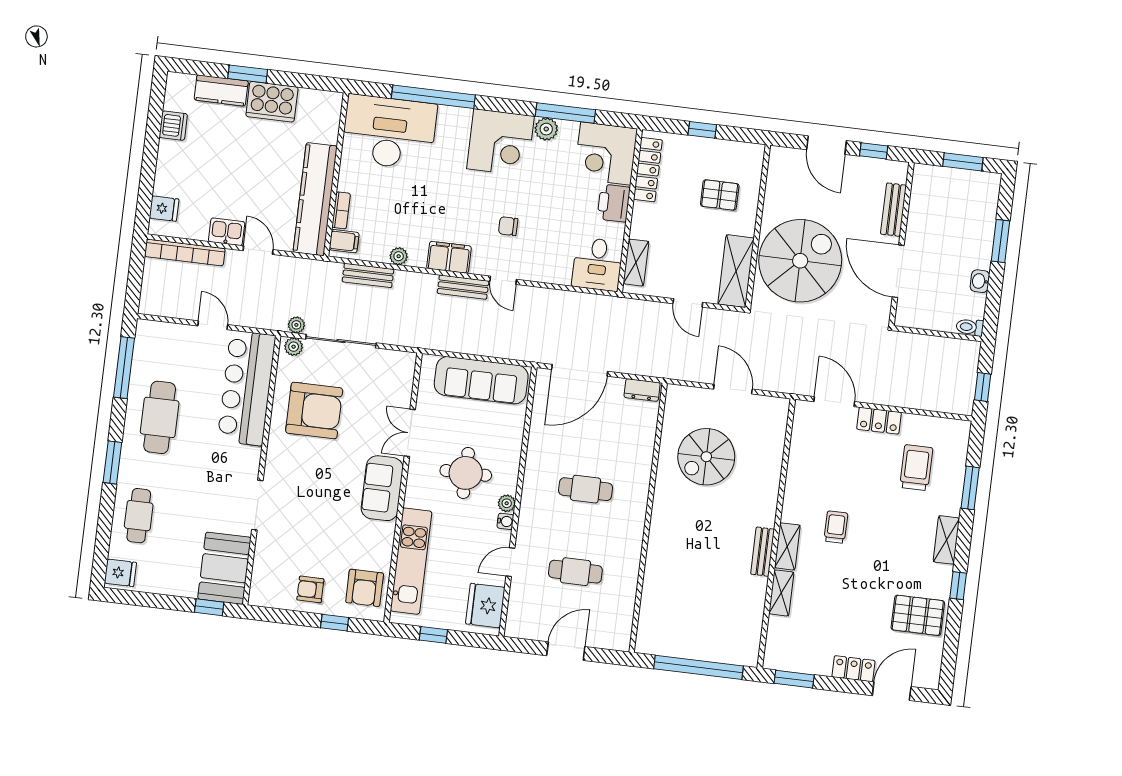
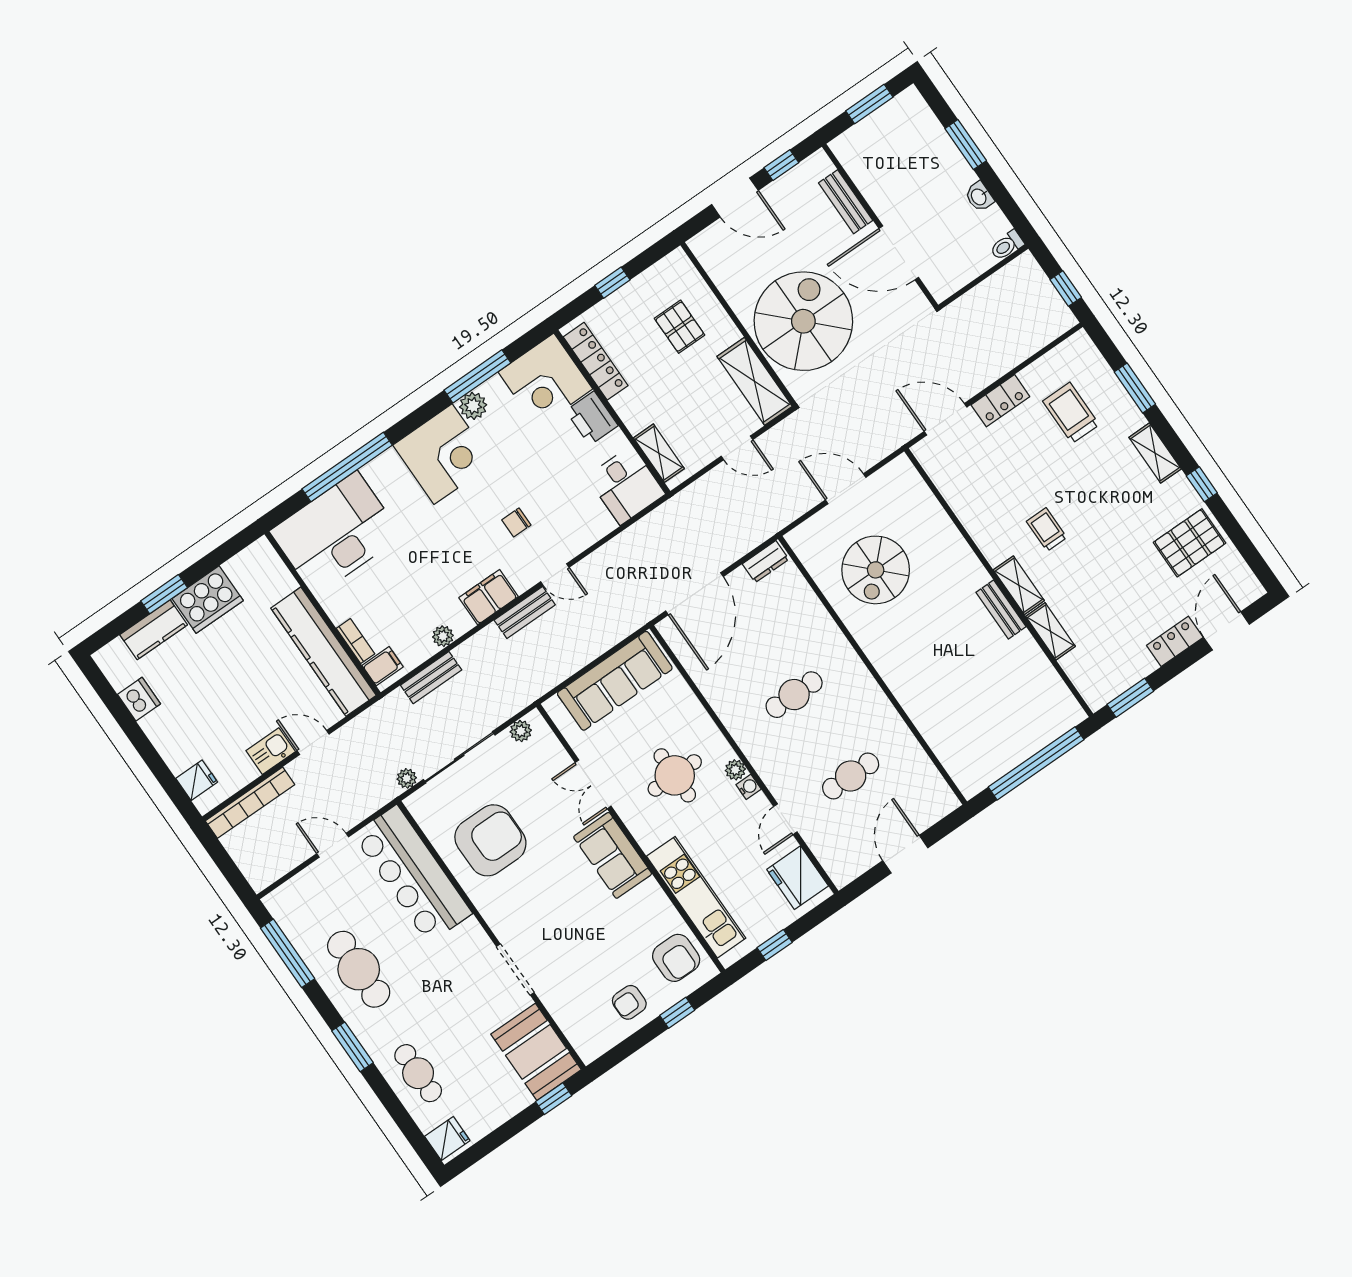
pallet: (720, 195) -> (680, 327), turned 90
plant: (294, 347) -> (521, 731), moved

